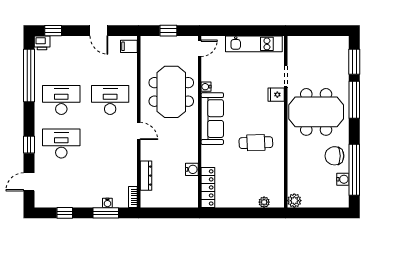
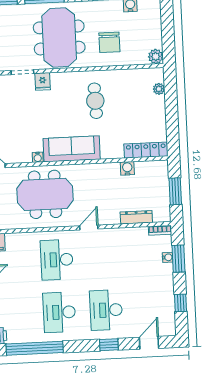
chair: (334, 156) -> (109, 42), moved
door: (29, 182) -> (149, 343), swing flipped
window: (168, 213) -> (175, 191), added

